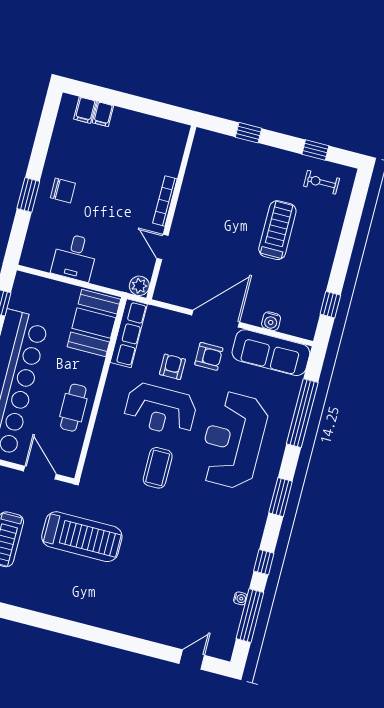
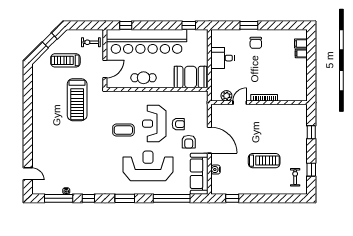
plant: (139, 286) -> (226, 96), moved
row of seats: (129, 333) -> (190, 97), removed

